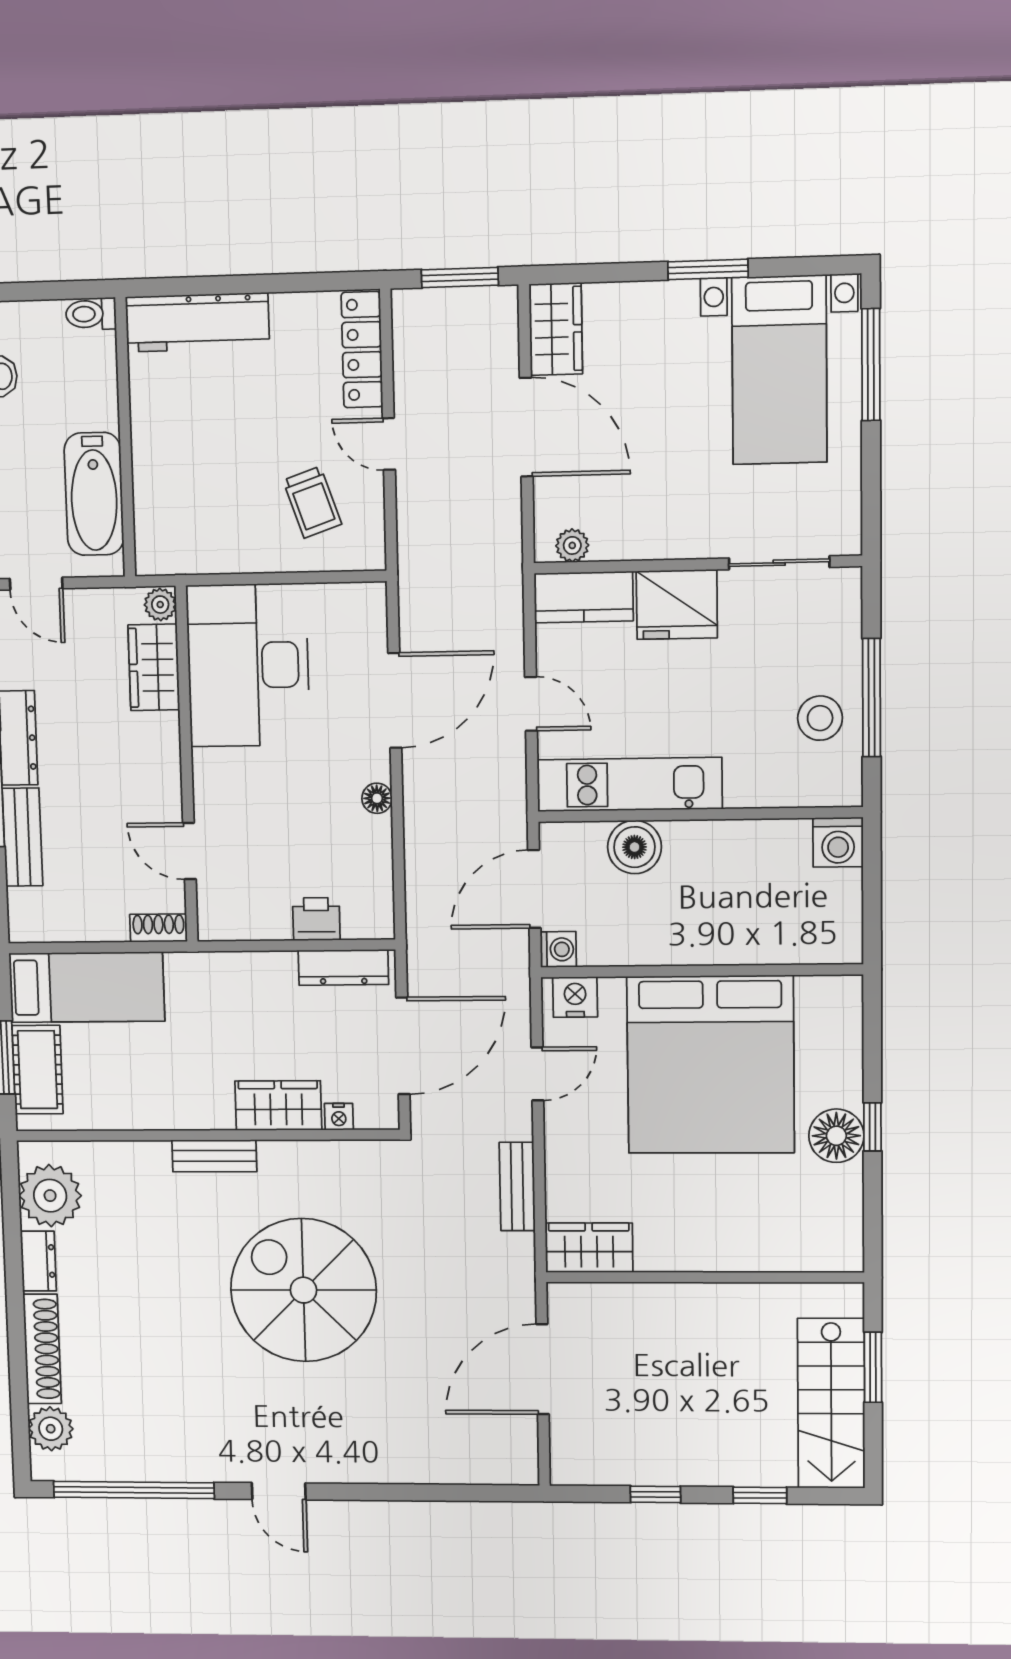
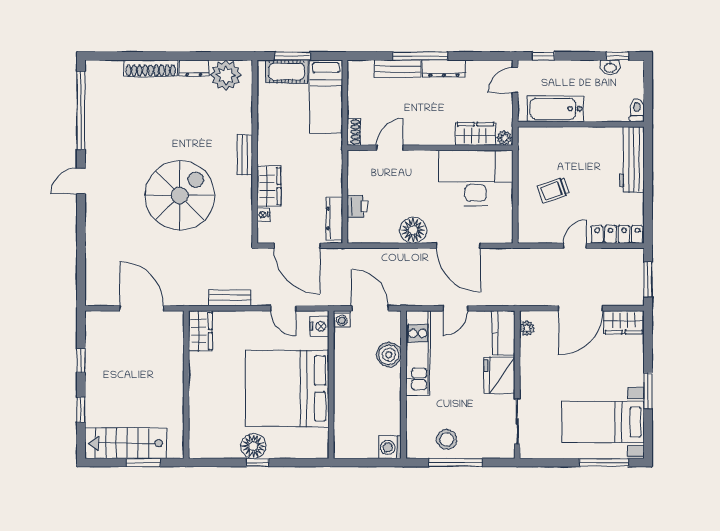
trolley: (312, 502) -> (553, 190), moved
floor lamp: (377, 798) -> (413, 230), width x1.89, depth x1.89
plant: (51, 1429) -> (111, 71), removed

